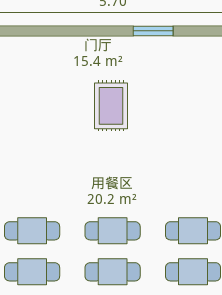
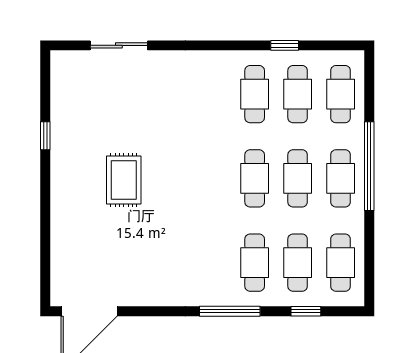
window: (153, 31) -> (45, 136), width x0.67
rug: (111, 106) -> (124, 180), turned 90

